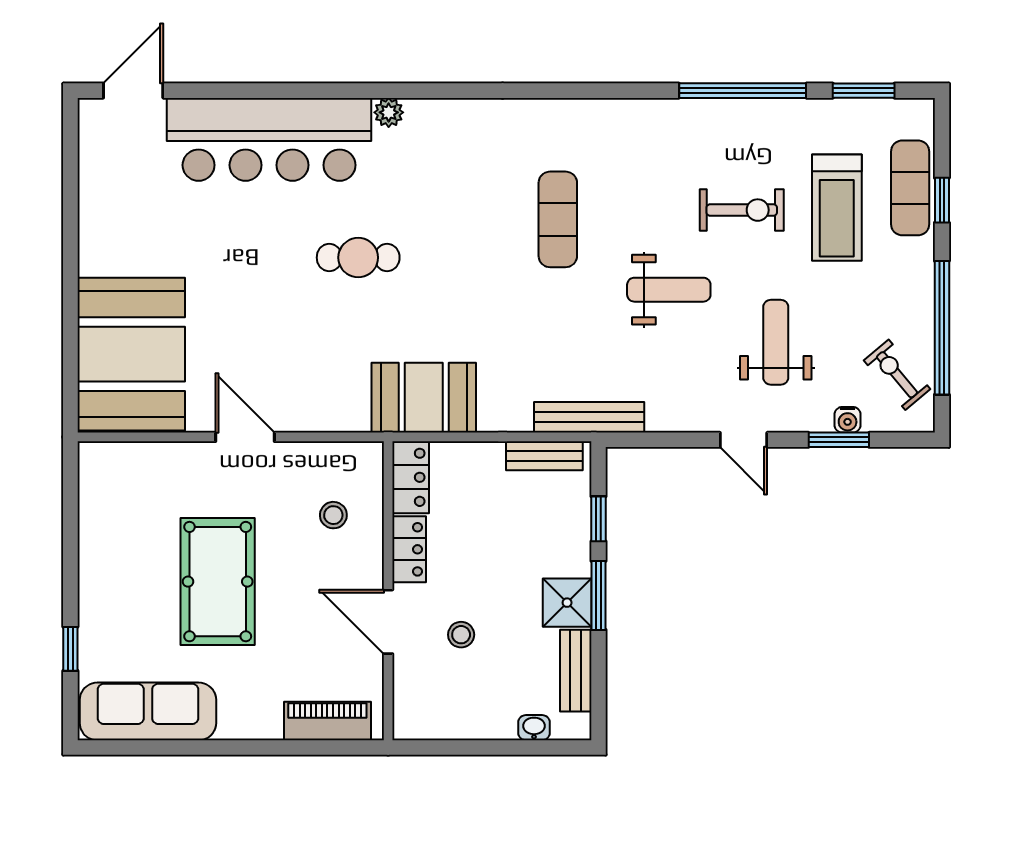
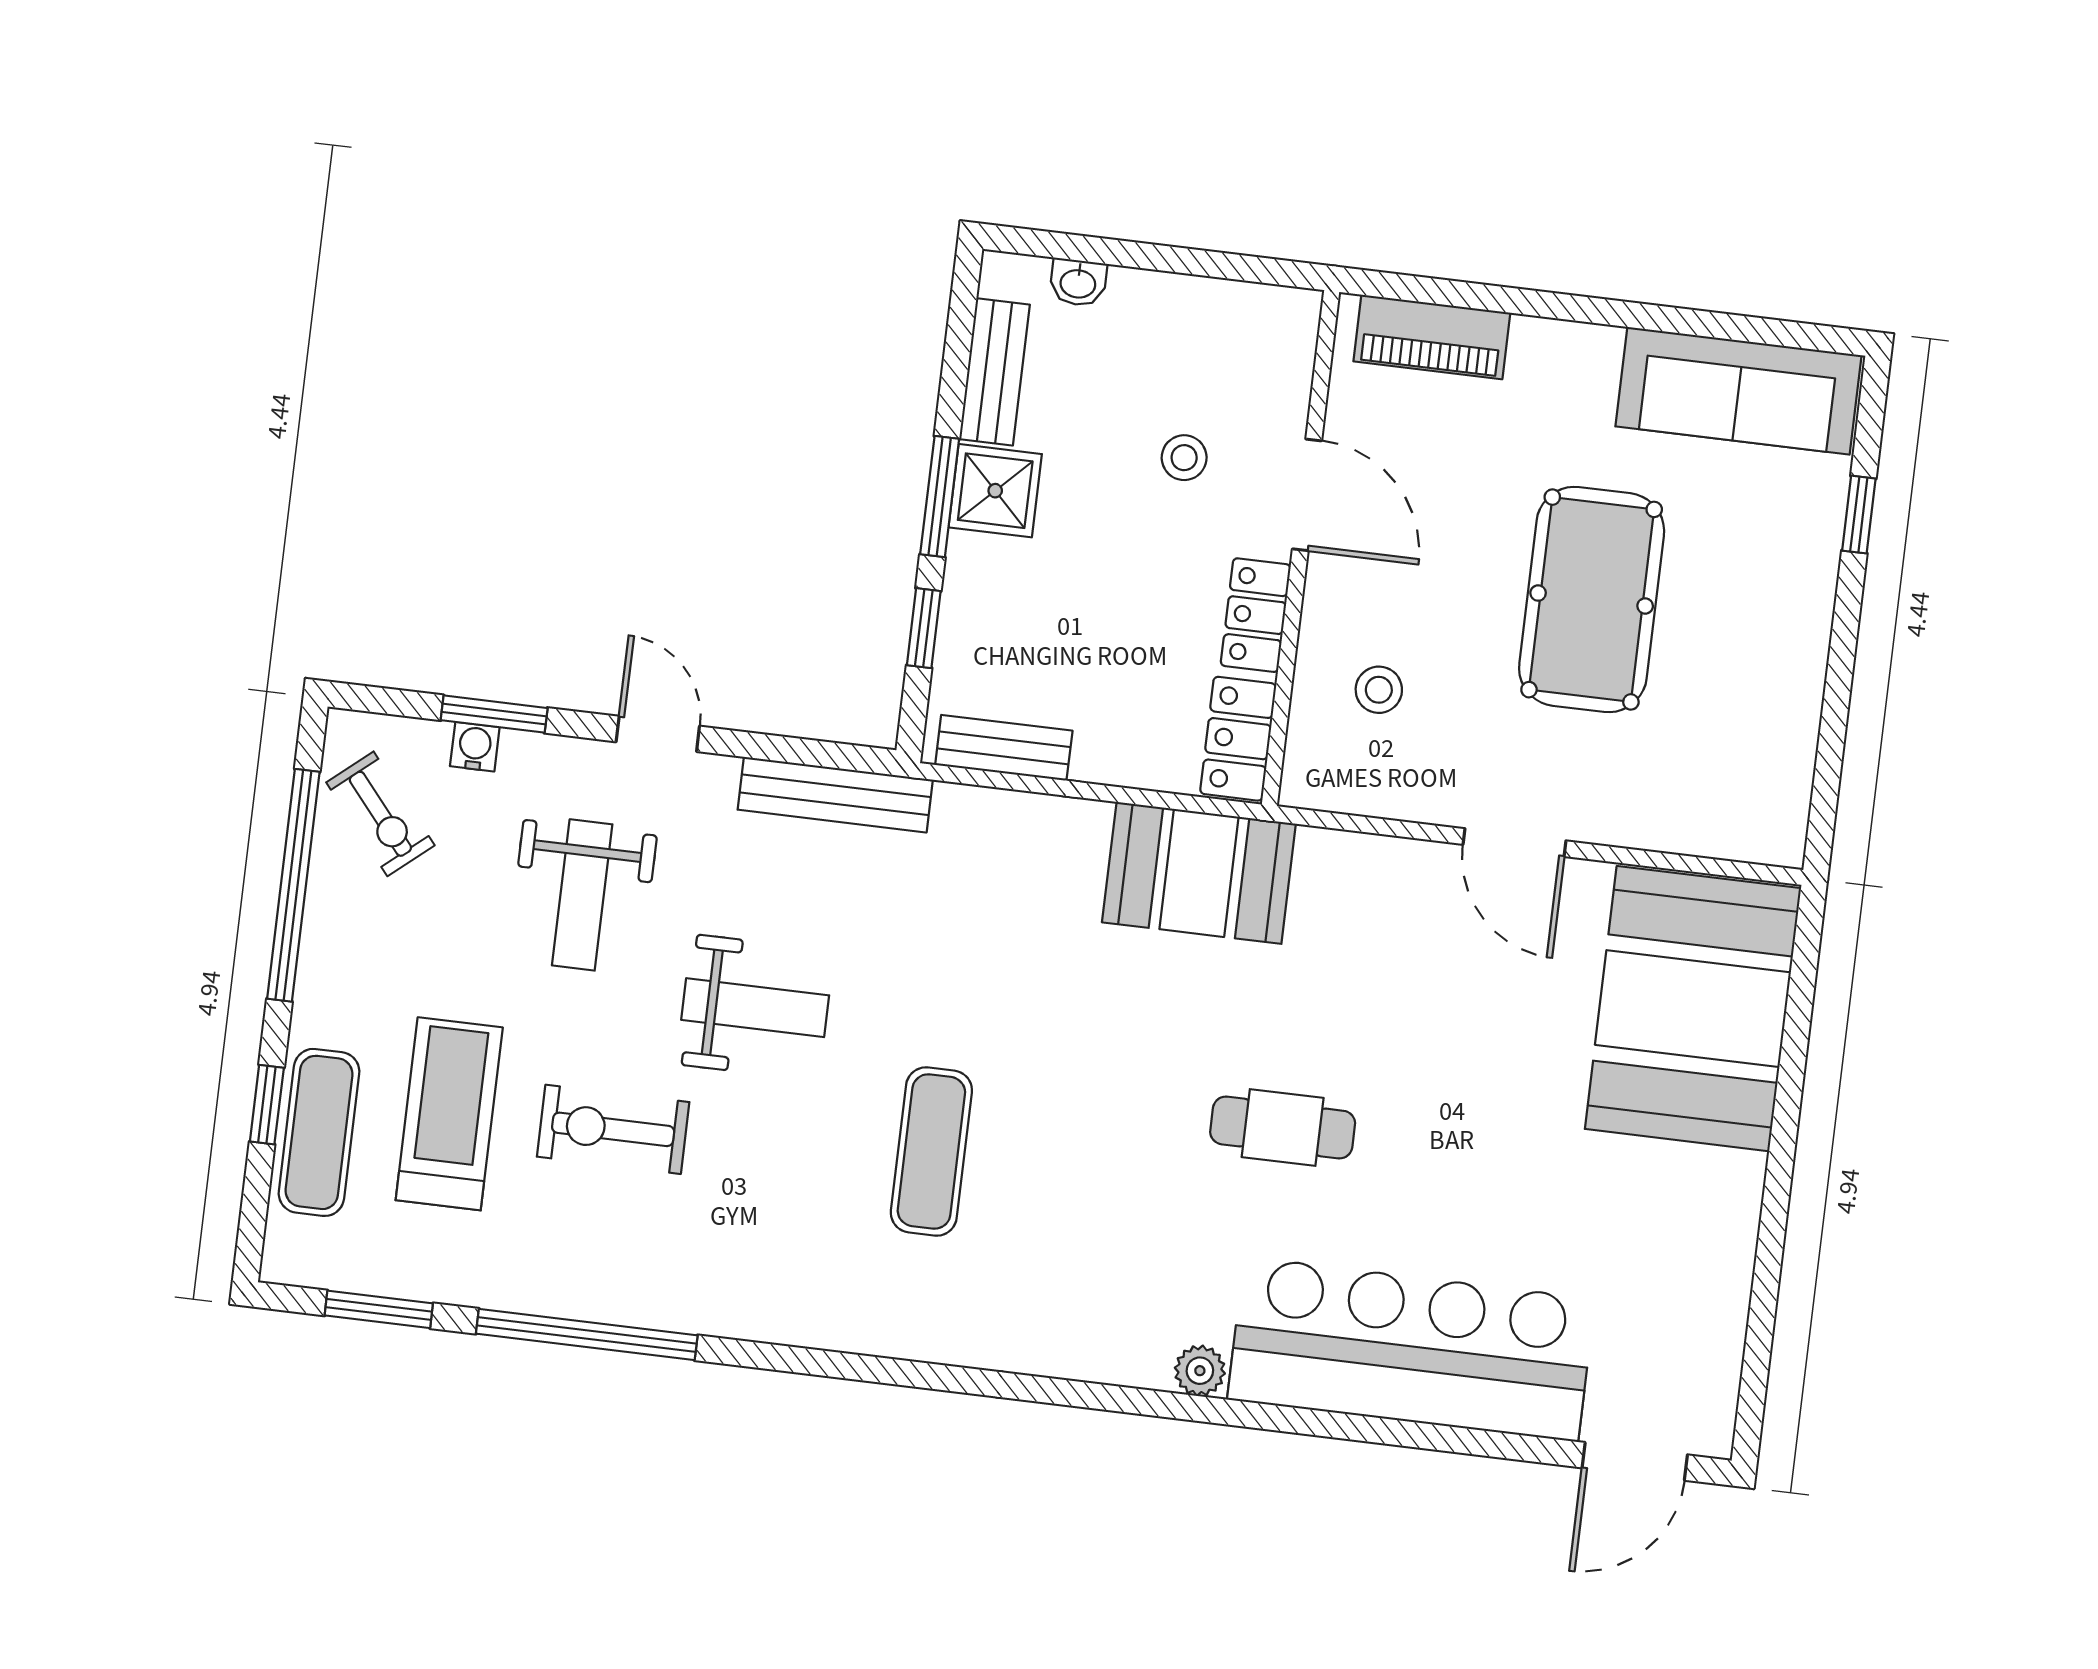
weight bench: (669, 290) -> (755, 1008), turned 180
bench: (589, 417) -> (835, 795), moved

